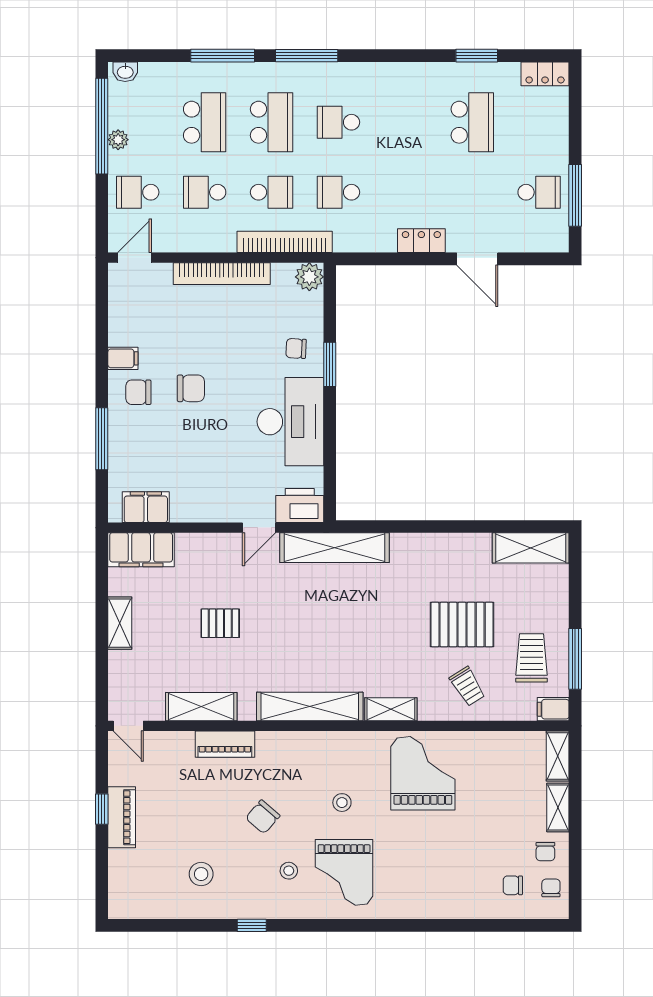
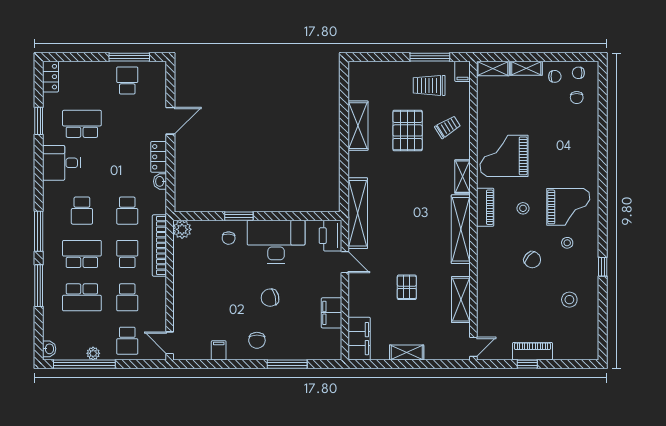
desk: (412, 91) -> (62, 163), added
school desk: (205, 122) -> (82, 297), turned 180
washbasin: (383, 243) -> (160, 181), added
bookcase: (222, 274) -> (180, 286), removed
filing cabinet: (123, 358) -> (219, 350), moved
chair: (191, 388) -> (270, 298), moved, turned -104
filing cabinet: (146, 507) -> (331, 313), moved
shelving: (531, 548) -> (358, 126), moved
piano: (225, 744) -> (485, 207), moved

